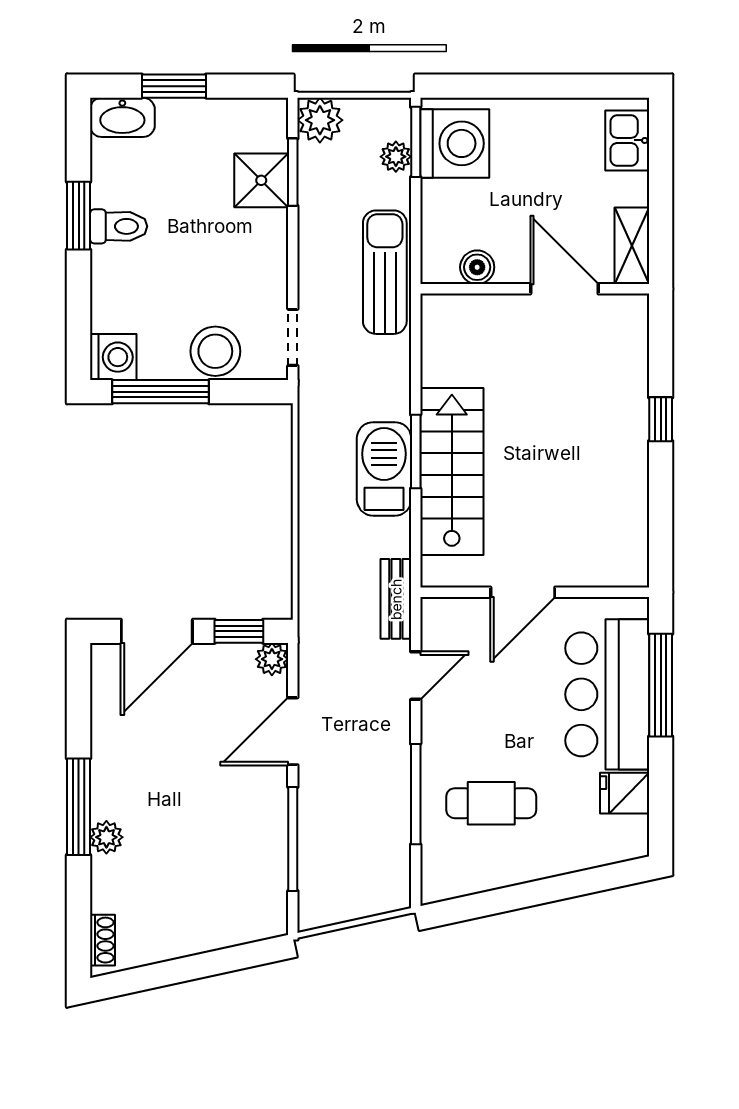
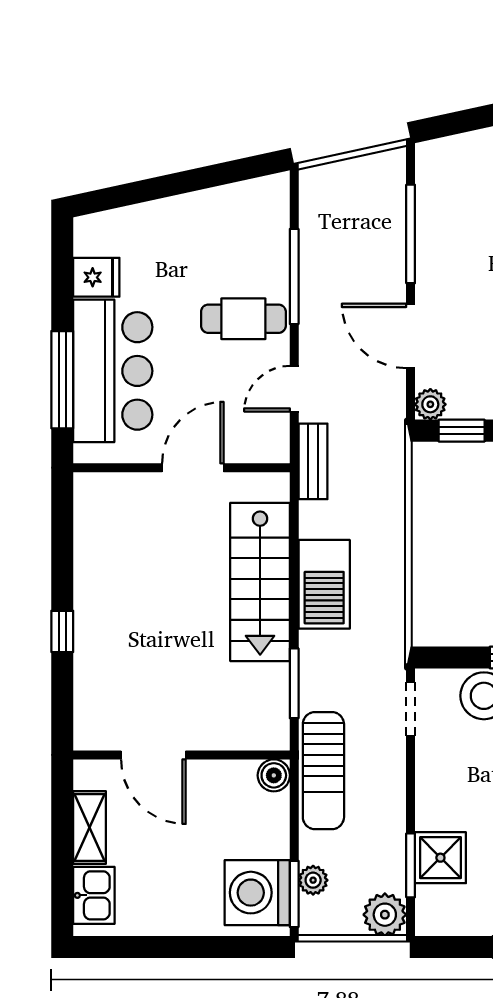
shelving: (632, 246) -> (90, 828), moved
boiler: (477, 267) -> (274, 775), moved
window: (416, 452) -> (294, 683), moved
door: (293, 731) -> (411, 336), swing flipped
cafe table: (491, 803) -> (243, 319), moved

